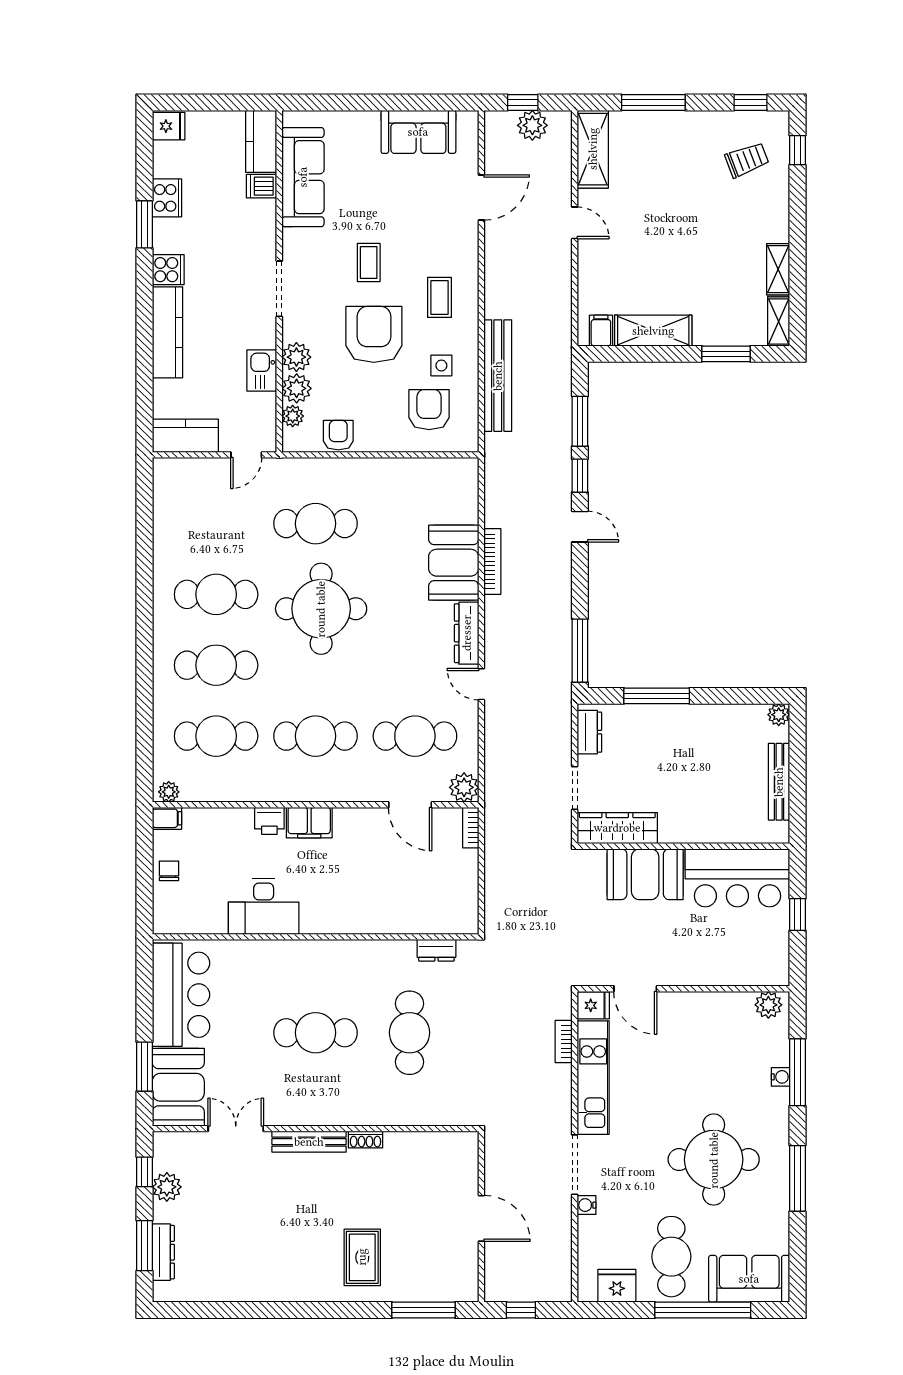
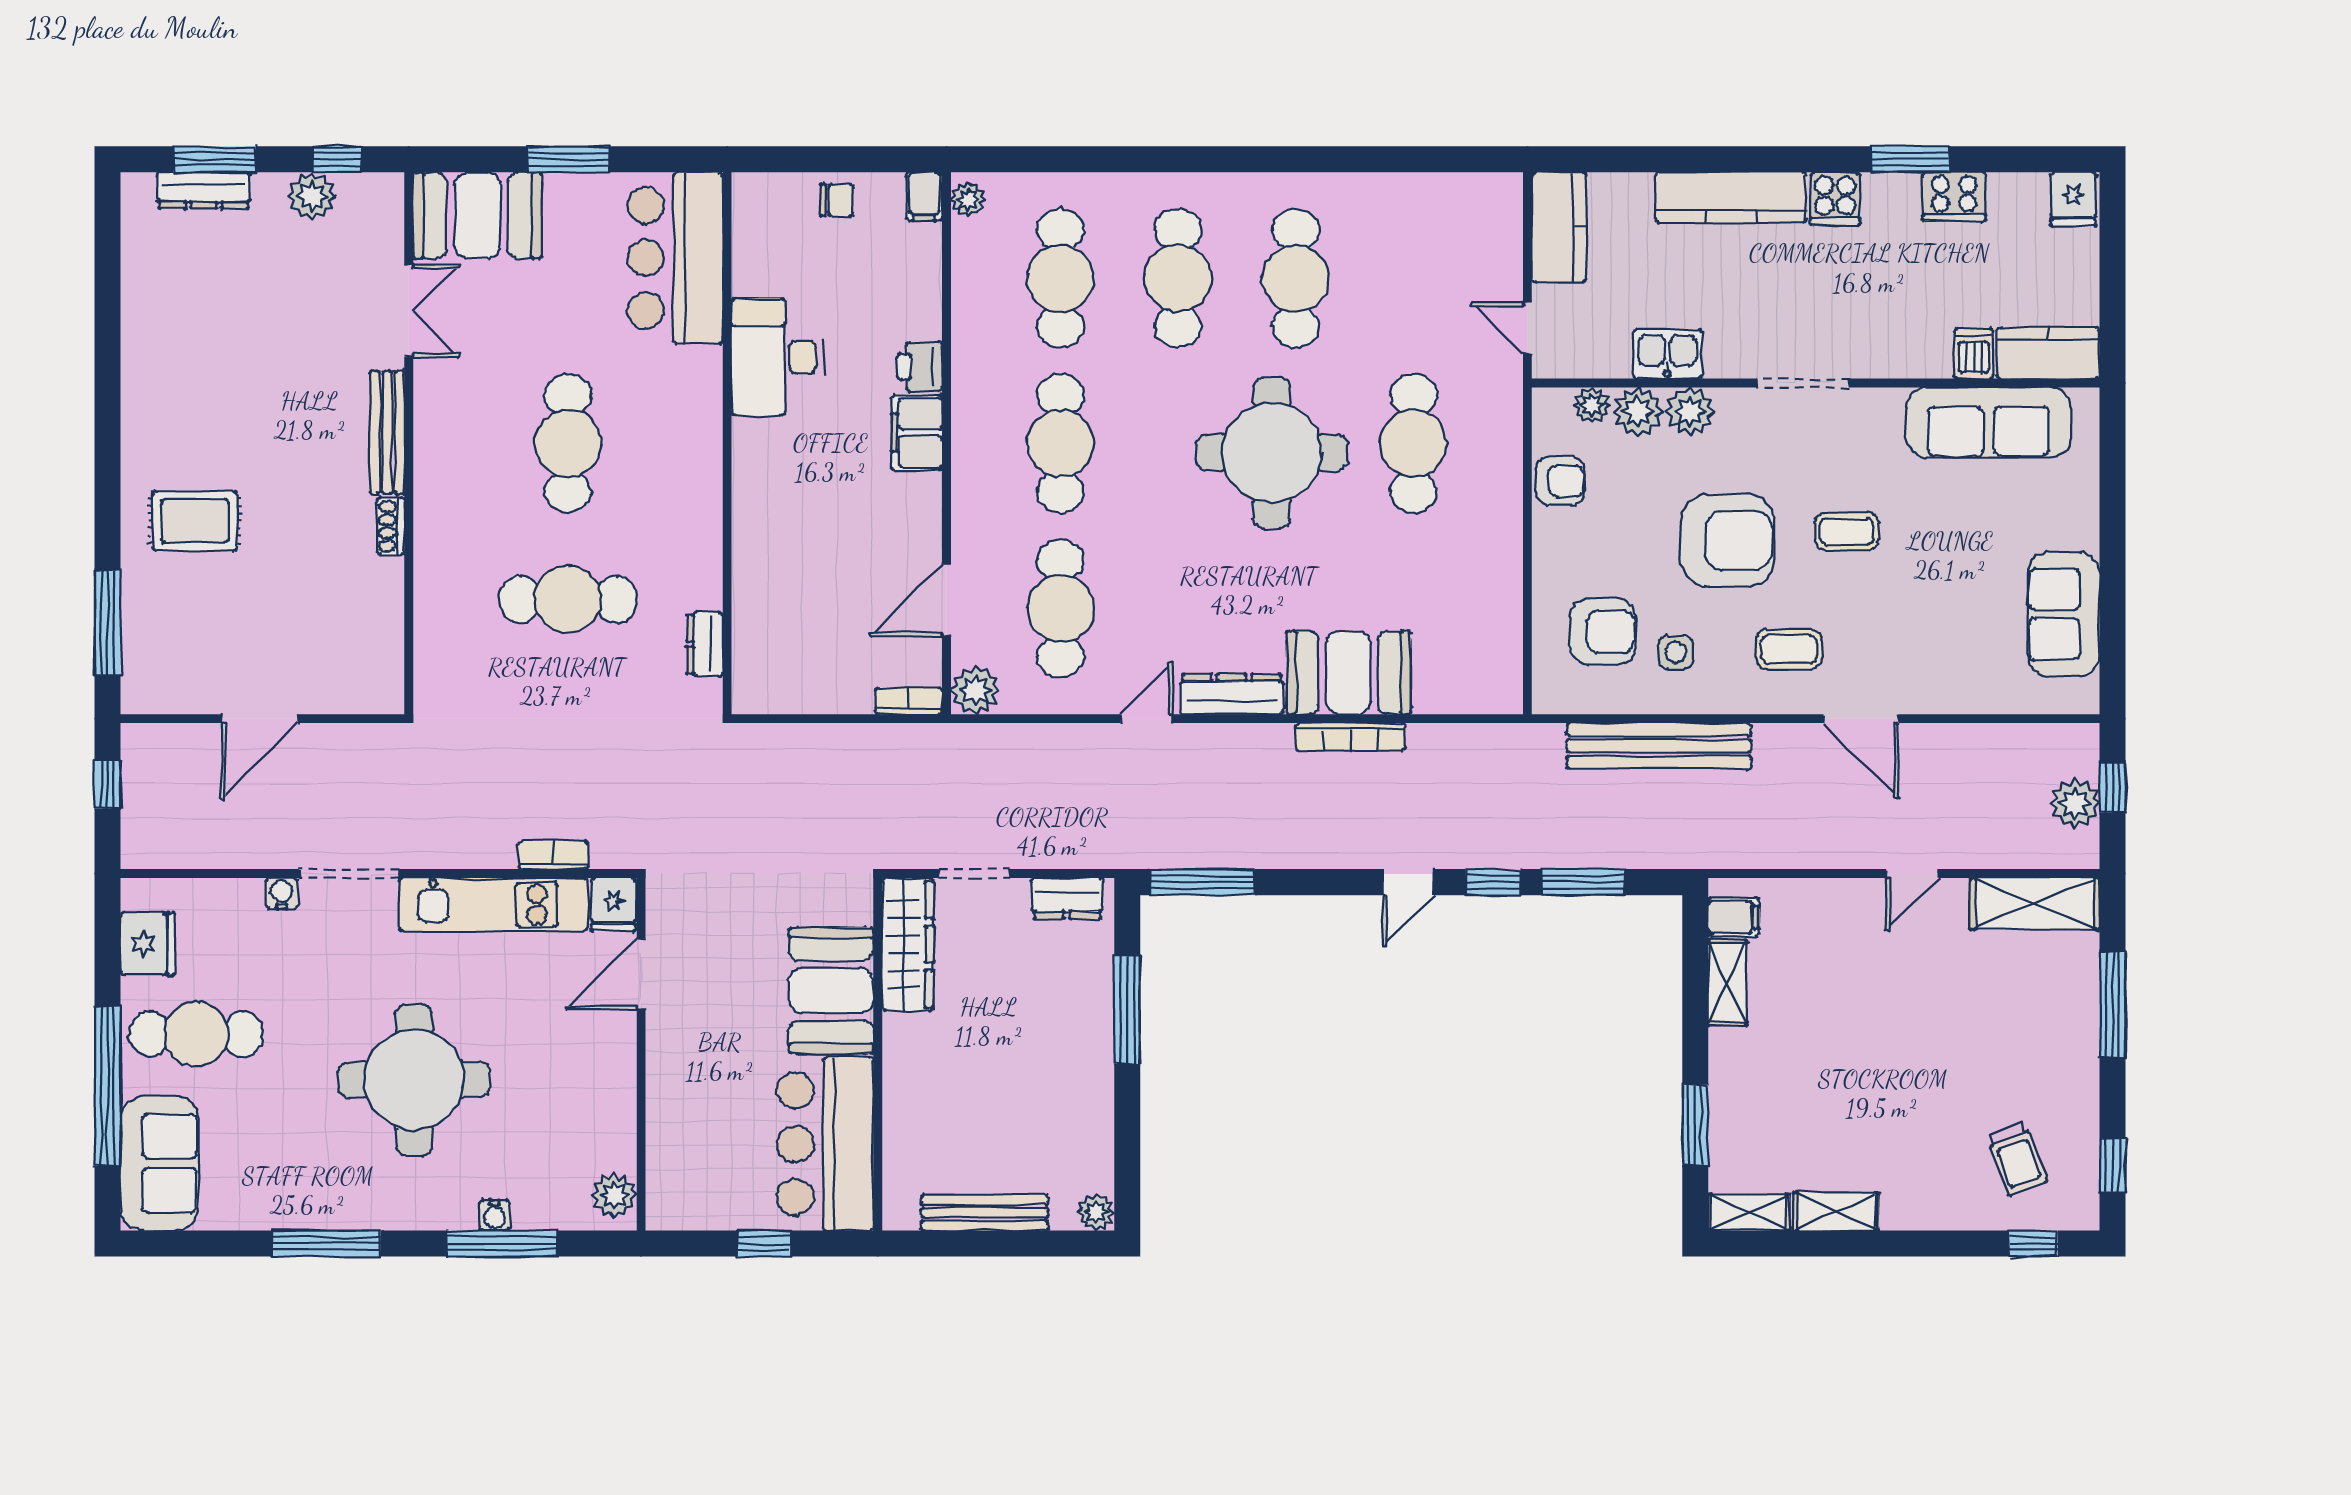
door: (481, 198) -> (1861, 719), moved
shelving: (653, 331) -> (1727, 983), width x0.67, depth x0.75
bar counter: (181, 995) -> (675, 258), moved, turned 90
window: (145, 1067) -> (568, 159), moved
round table: (714, 1160) -> (414, 1080), moved

